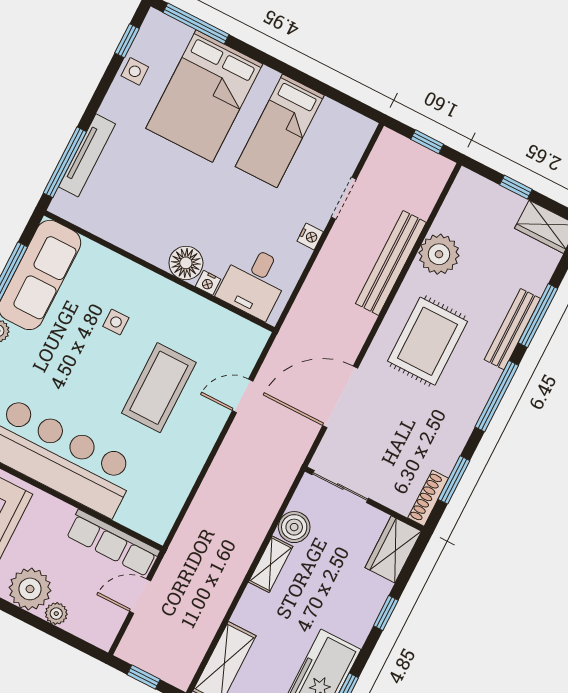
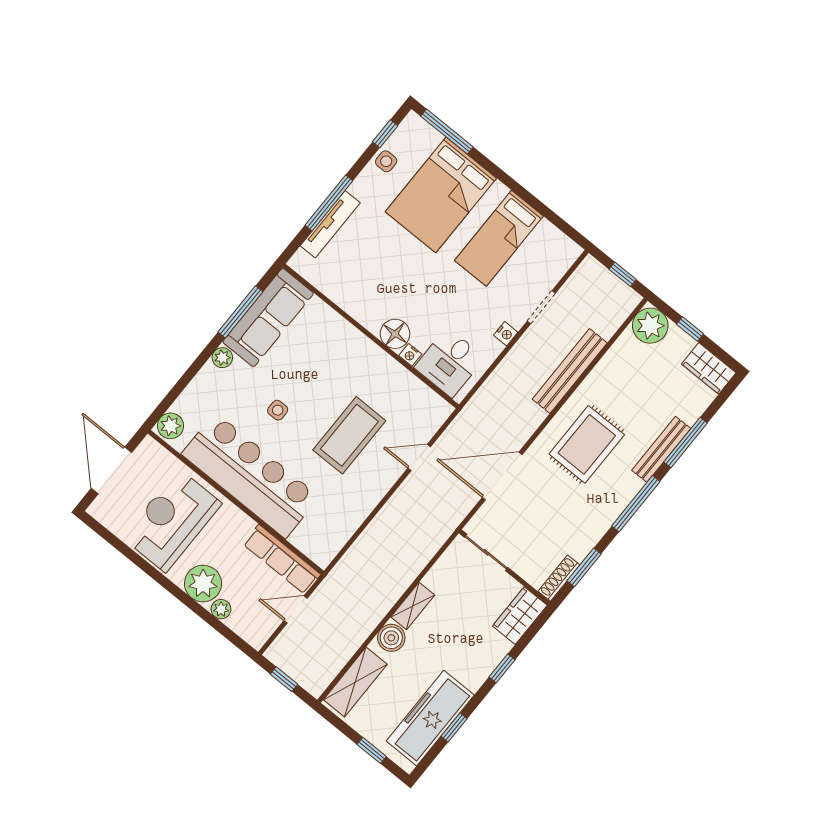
window: (65, 162) -> (329, 203), moved
plant: (439, 254) -> (650, 326), moved
side table: (116, 322) -> (278, 410), moved
boiler: (294, 527) -> (391, 638), moved

